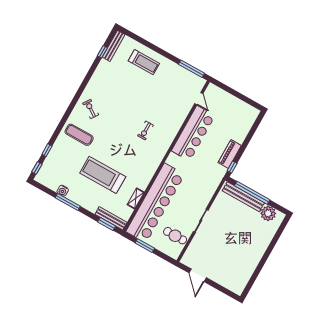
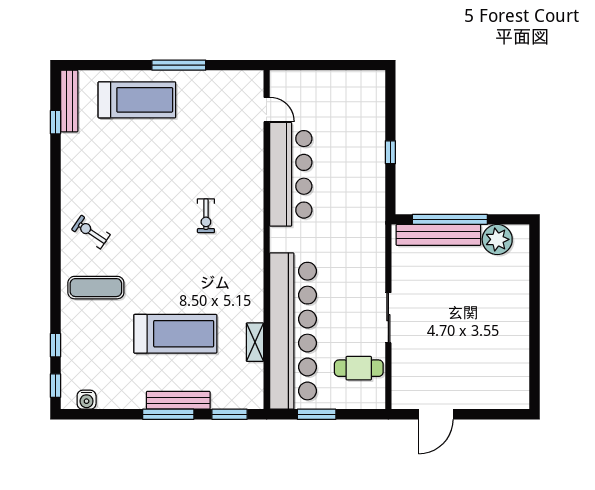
treadmill: (144, 62) -> (137, 100), width x1.37, depth x1.38
window: (192, 69) -> (179, 65), moved
piano: (230, 154) -> (374, 175), removed
window: (232, 167) -> (390, 152), moved
treadmill: (103, 175) -> (175, 334), turned 180
water cooler: (63, 191) -> (87, 400), moved
window: (68, 202) -> (168, 414), moved
bench: (111, 218) -> (178, 400), moved
door: (198, 275) -> (436, 414), hinge flipped

